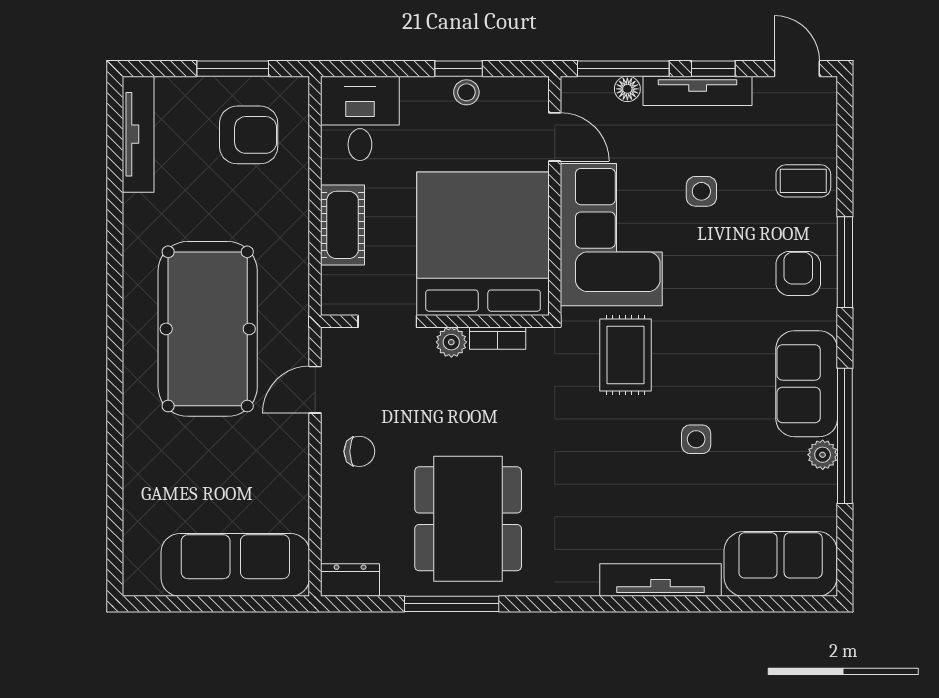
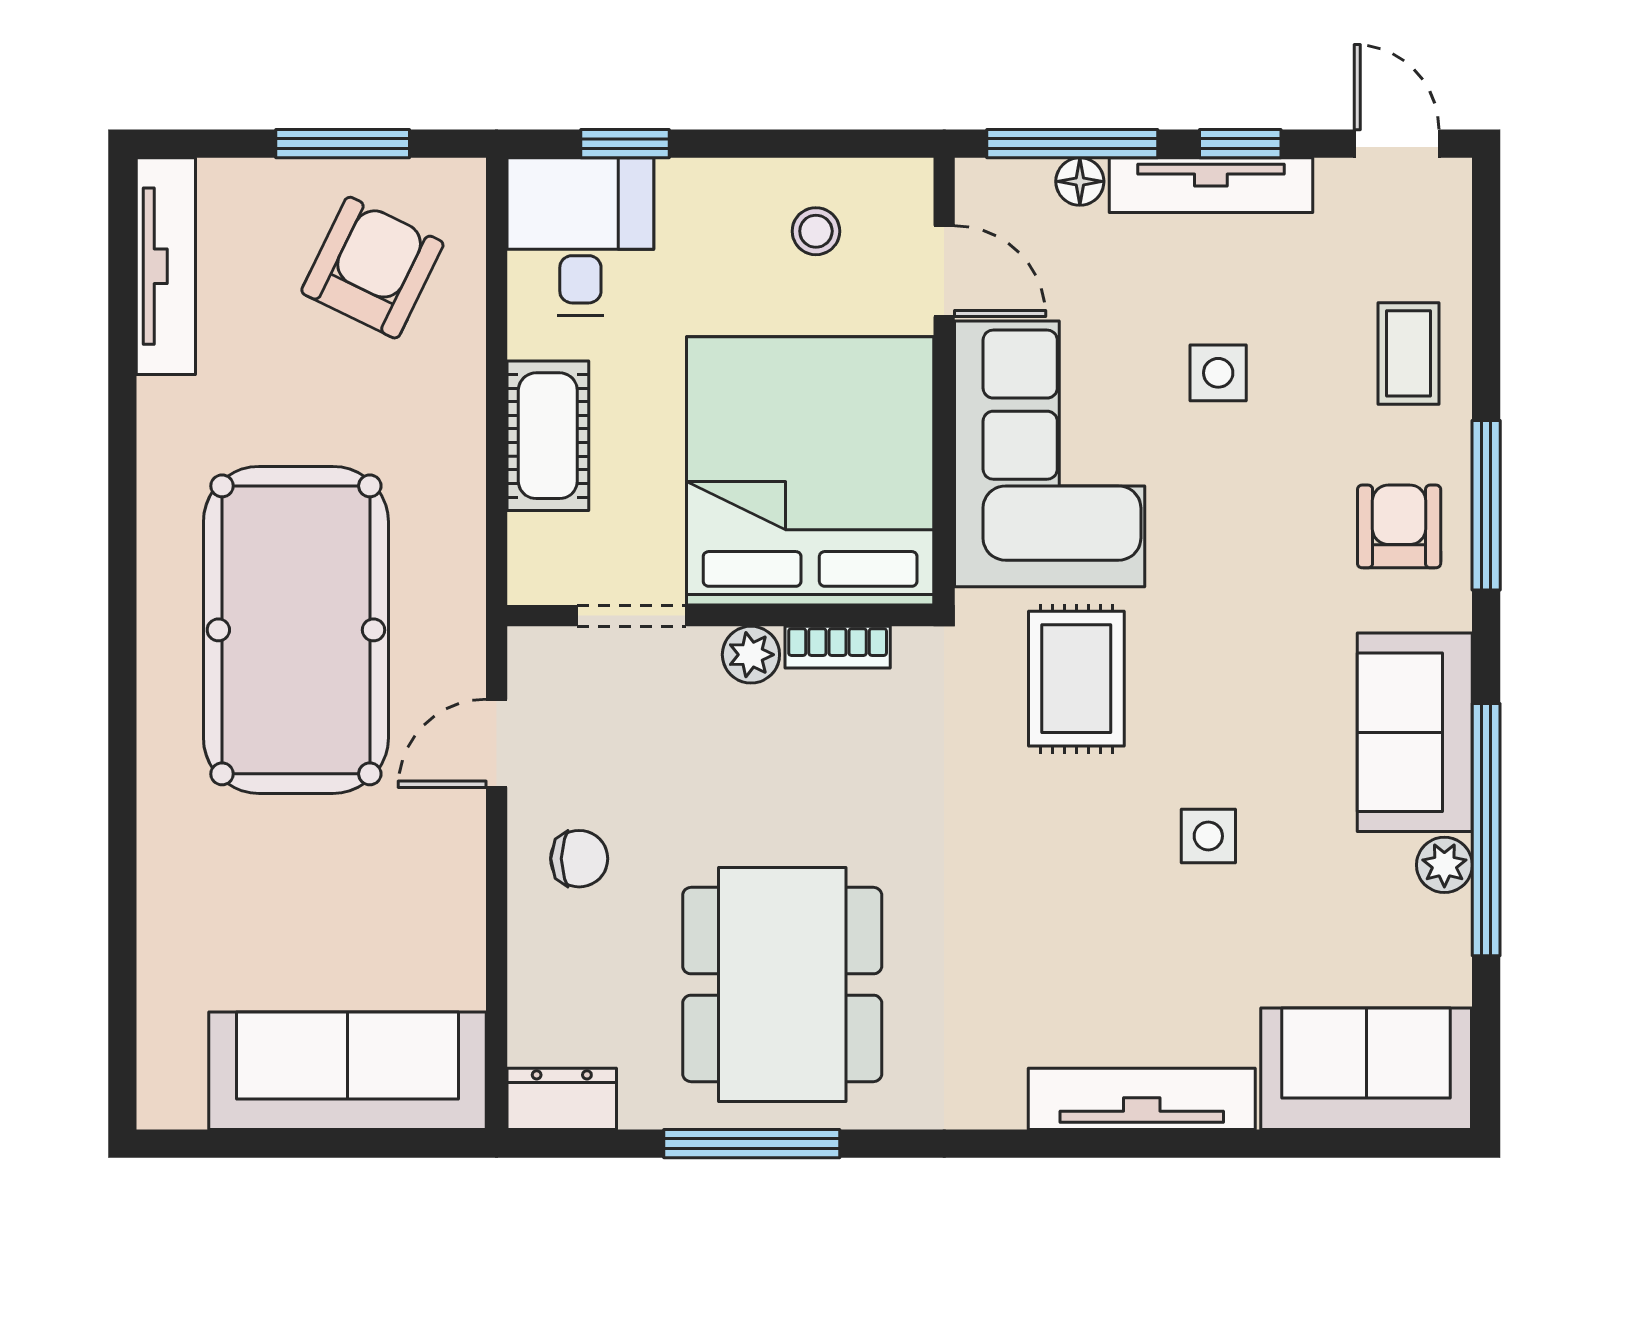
window: (459, 69) -> (625, 144), moved
stool: (466, 92) -> (816, 231), moved
armchair: (249, 135) -> (372, 268), turned -64
coffee table: (803, 181) -> (1408, 353), turned 90

